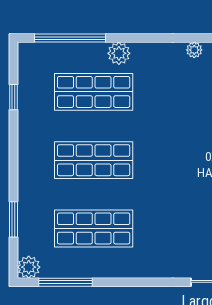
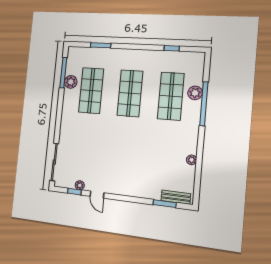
window: (70, 38) -> (204, 104), moved
plant: (119, 53) -> (195, 93), moved
plant: (29, 267) -> (71, 82), moved

